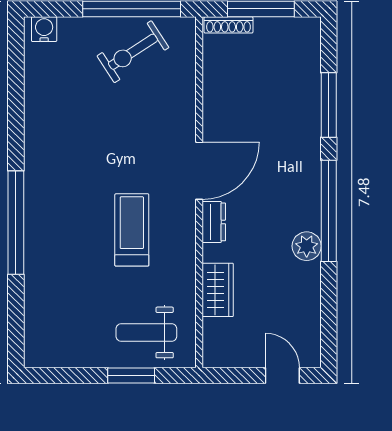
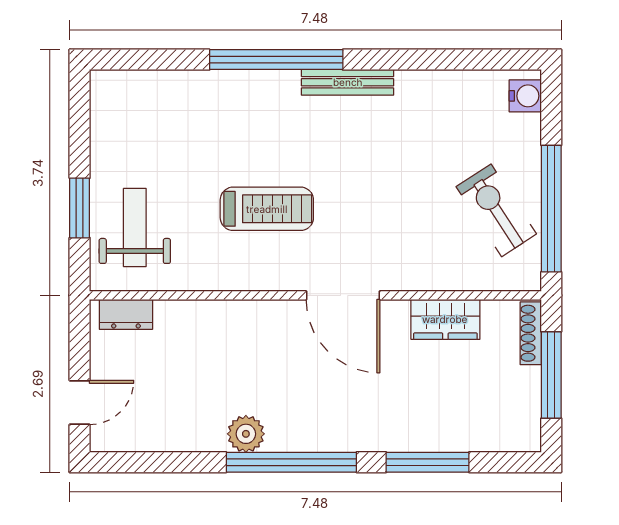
bench: (34, 167) -> (348, 82), added
dresser: (214, 222) -> (126, 314), moved
wardrobe: (218, 290) -> (445, 319), moved

